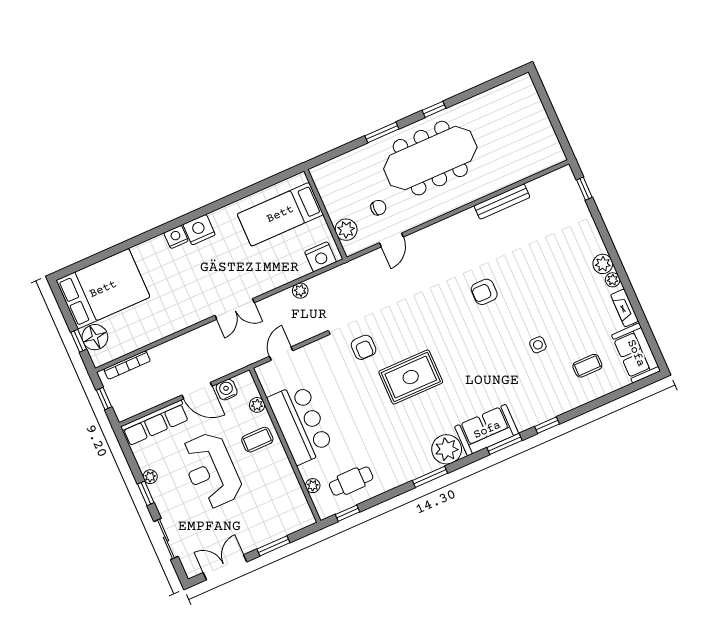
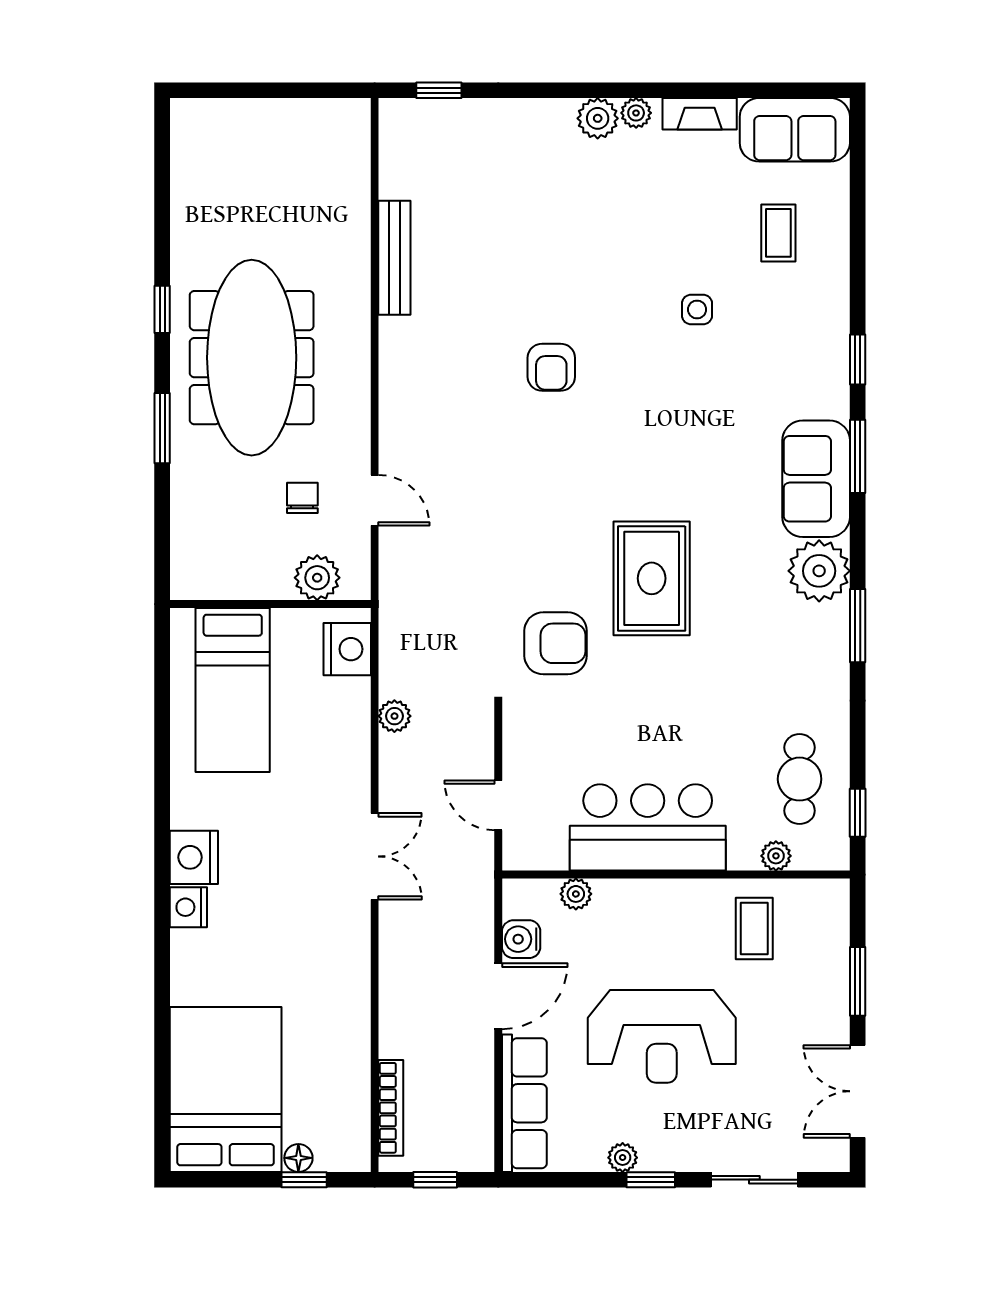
floor lamp: (95, 337) -> (298, 1158), width x0.53, depth x0.53
armchair: (364, 347) -> (556, 643), width x1.38, depth x1.38
coffee table: (257, 440) -> (754, 929), moved

